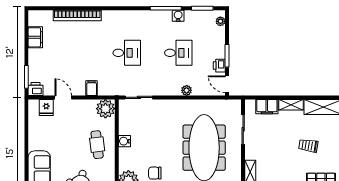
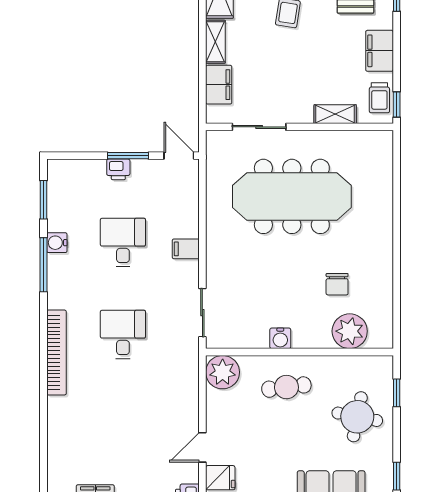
bookcase: (77, 16) -> (56, 353), moved
plant: (220, 21) -> (67, 167), removed
printer: (219, 66) -> (118, 169), moved
door: (227, 84) -> (179, 156), swing flipped
filing cabinet: (92, 88) -> (186, 249), moved
plant: (187, 90) -> (190, 228), removed

